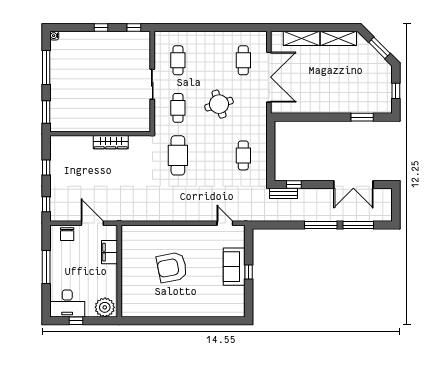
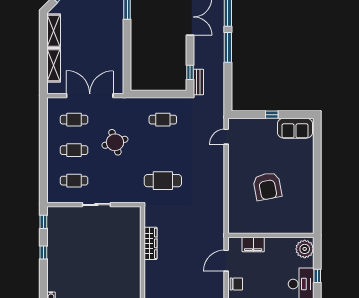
cafe table: (178, 108) -> (74, 150), moved
sofa: (234, 267) -> (295, 128), moved

